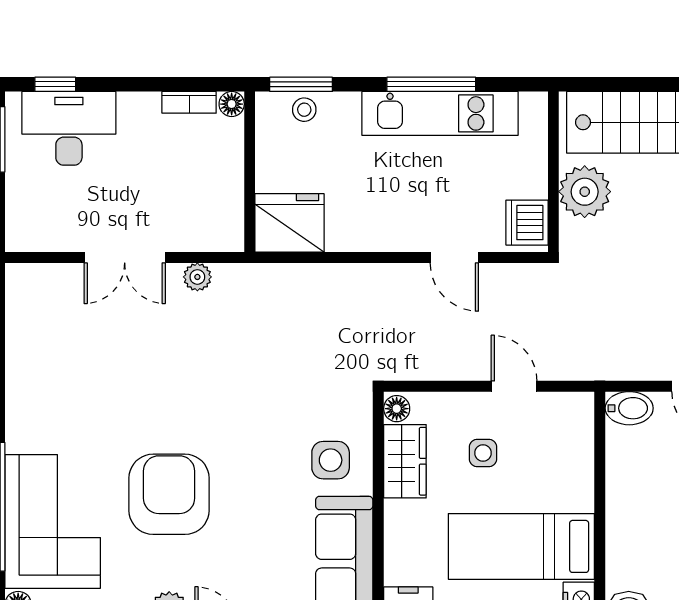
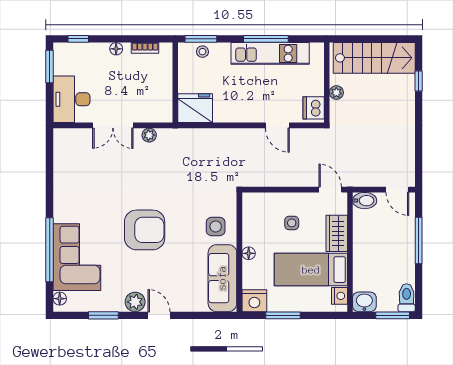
floor lamp: (232, 104) -> (116, 49), moved
desk: (69, 128) -> (71, 99), moved, turned -90
plant: (585, 192) -> (336, 93), width x0.53, depth x0.53
door: (514, 386) -> (330, 190), moved
floor lamp: (397, 409) -> (249, 253), moved
wardrobe: (405, 461) -> (337, 233), moved, turned 180
armchair: (169, 494) -> (145, 230), moved, turned 90

